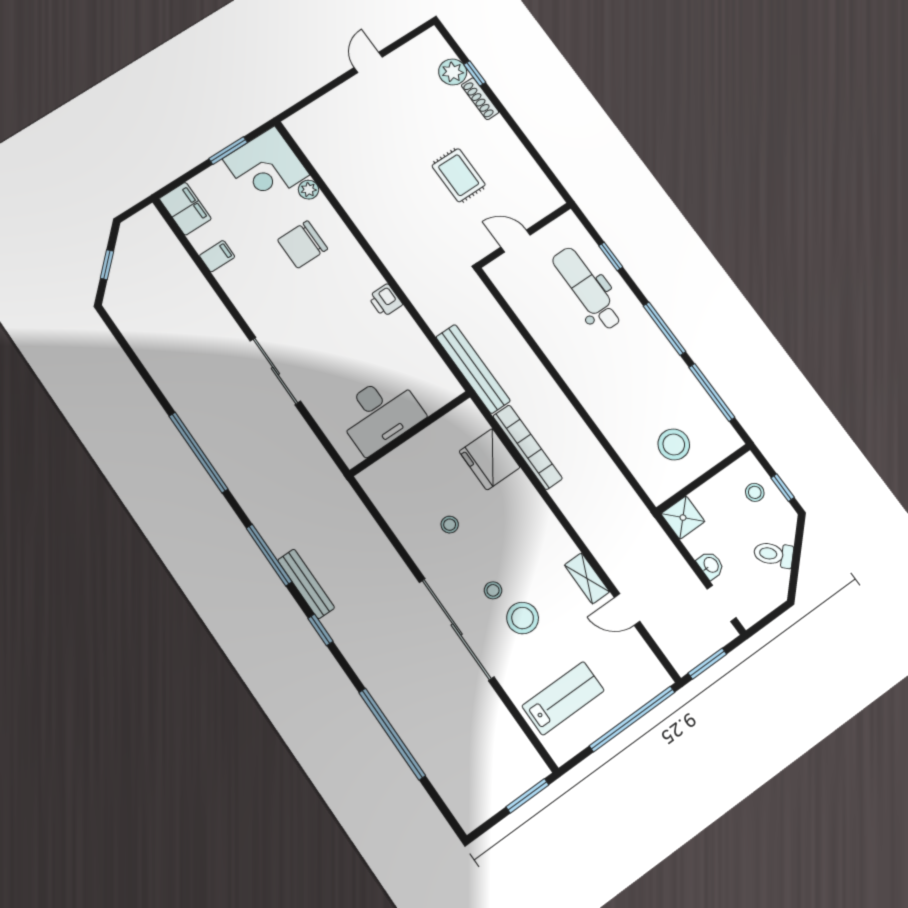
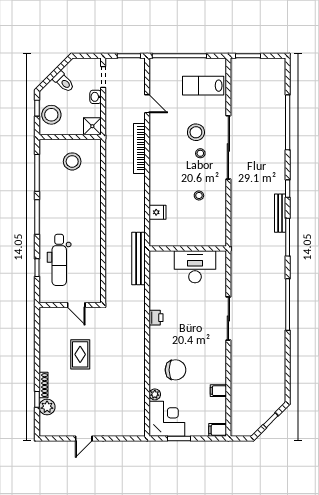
filing cabinet: (185, 209) -> (218, 430), width x0.50
bookcase: (528, 447) -> (139, 148), moved
fridge: (490, 459) -> (158, 212), width x0.53, depth x0.75
stool: (755, 492) -> (51, 115), width x1.89, depth x1.89
shelving: (587, 578) -> (155, 130), removed

